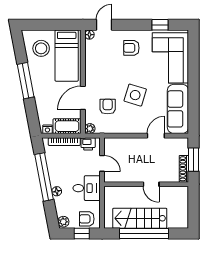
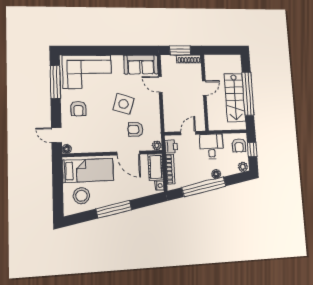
window: (160, 25) -> (55, 82), width x2.17
sofa: (178, 109) -> (141, 65), width x0.73

